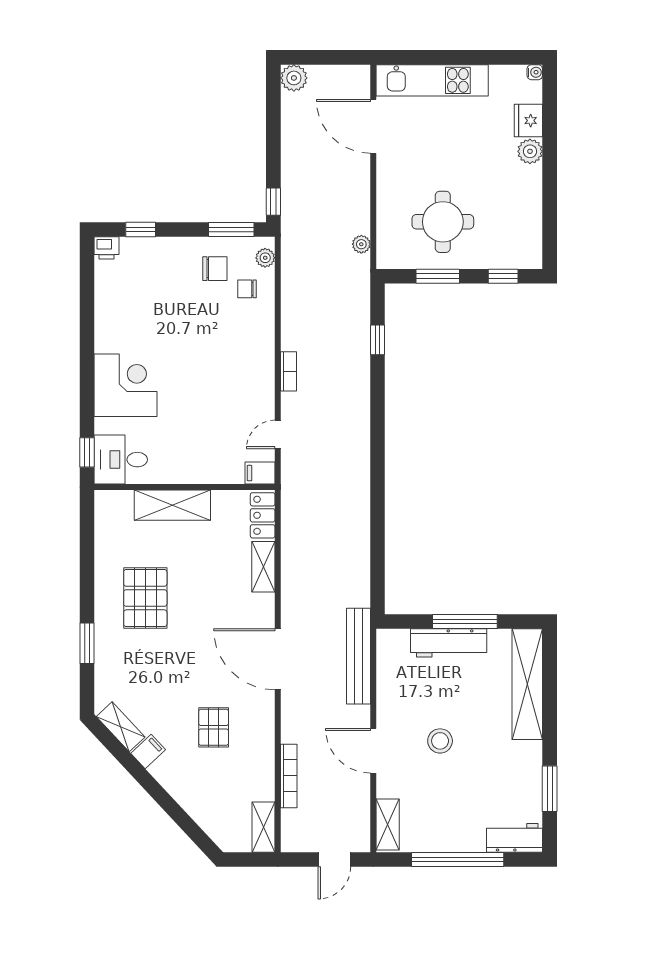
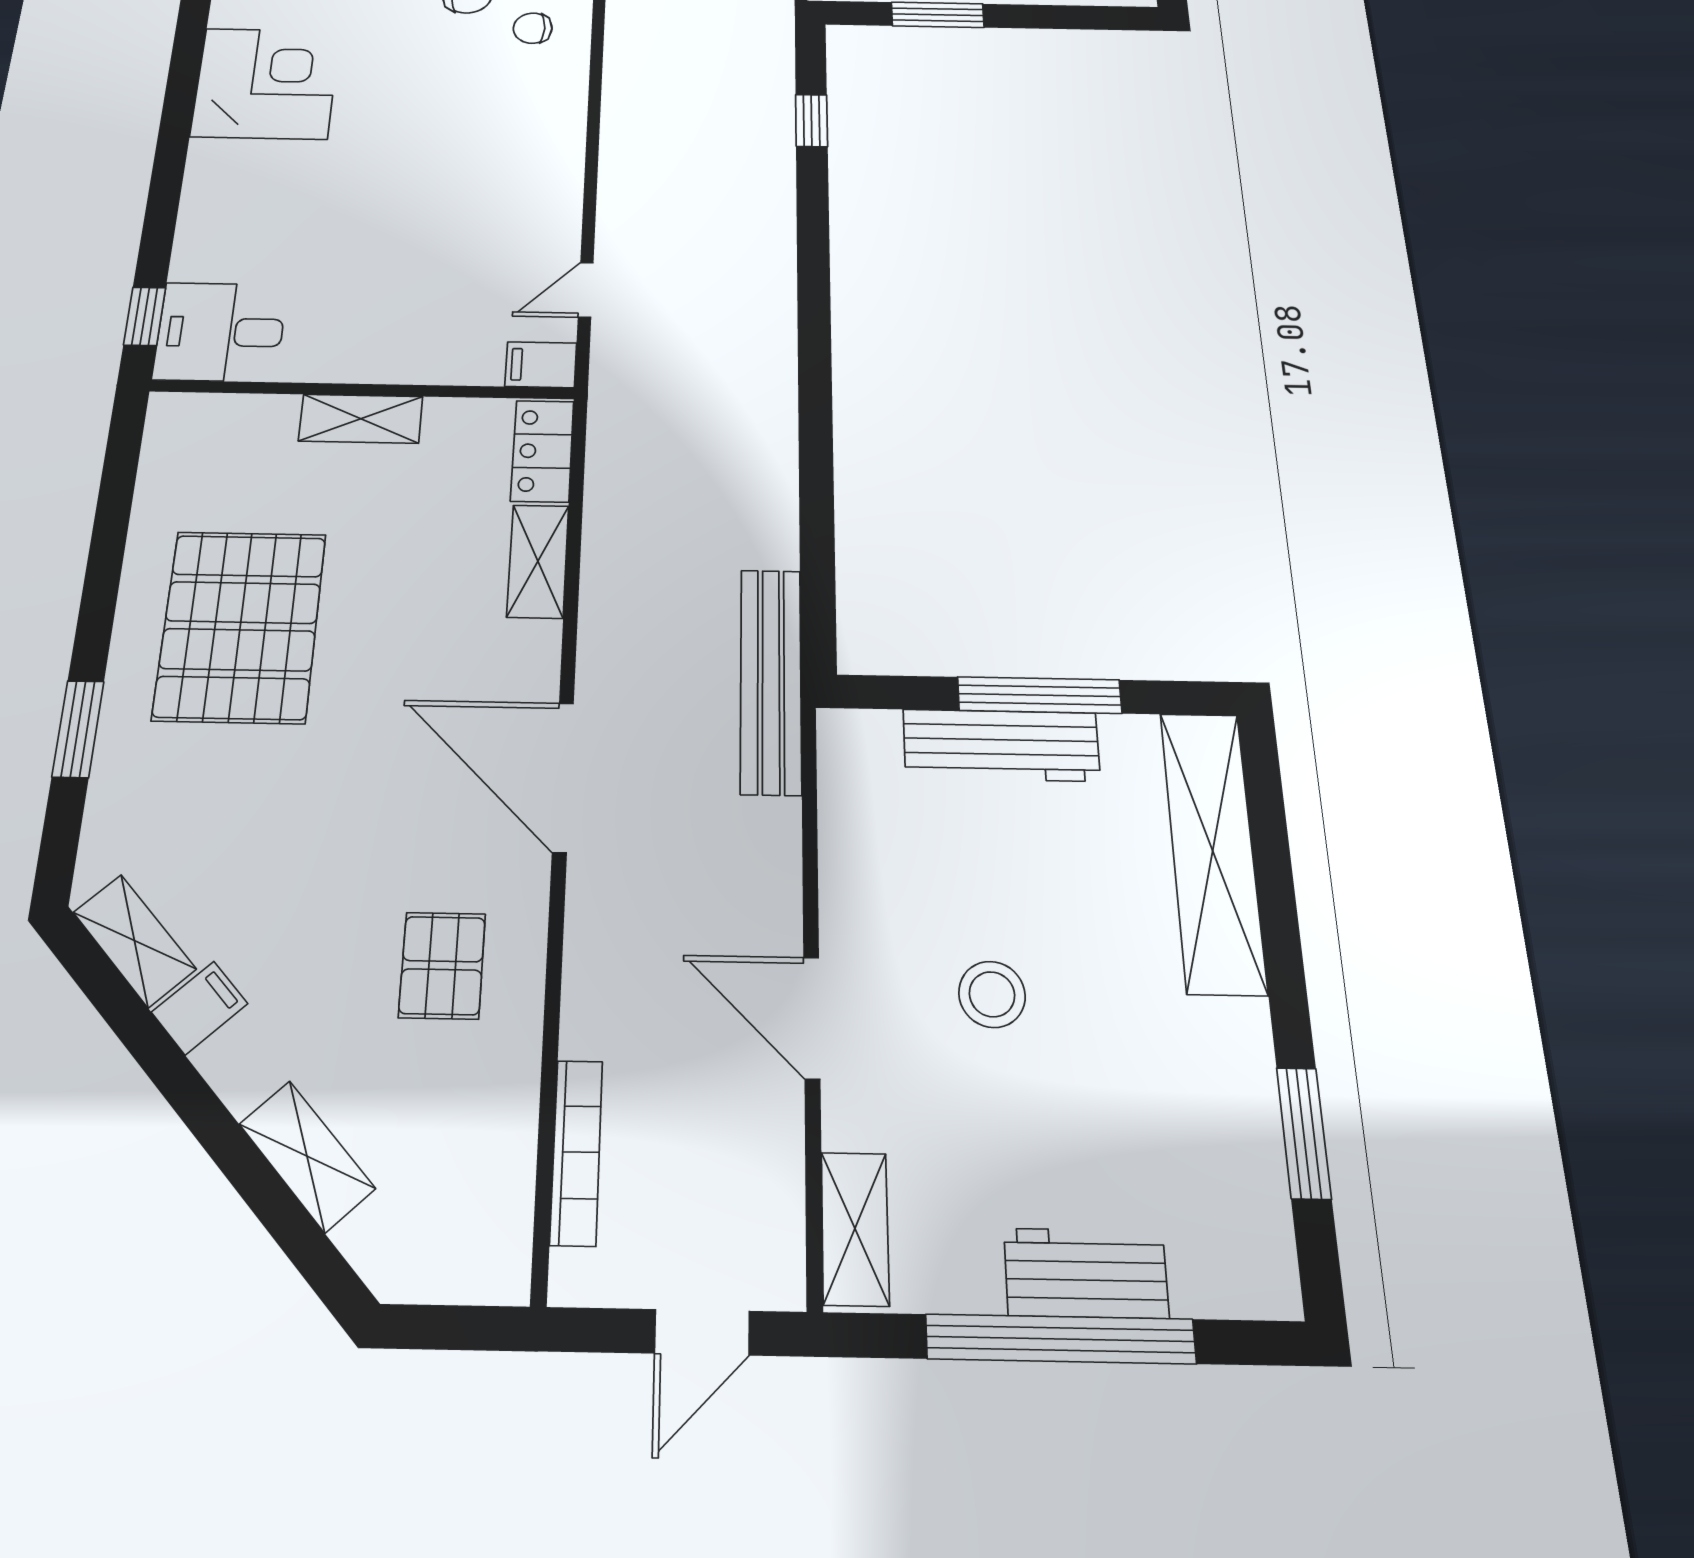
window: (503, 276) -> (1076, 17), removed
bookcase: (288, 371) -> (615, 173), removed
corner desk: (126, 385) -> (266, 83), moved
shelving: (172, 505) -> (361, 419), width x0.67, depth x0.75
pallet: (145, 598) -> (240, 626), width x1.37, depth x1.41
bench: (358, 656) -> (771, 680), moved
pallet: (214, 727) -> (442, 965), moved
bookcase: (289, 776) -> (576, 1152), moved
shelving: (263, 827) -> (307, 1156), moved, turned -43
workbench: (515, 838) -> (1086, 1273), moved

